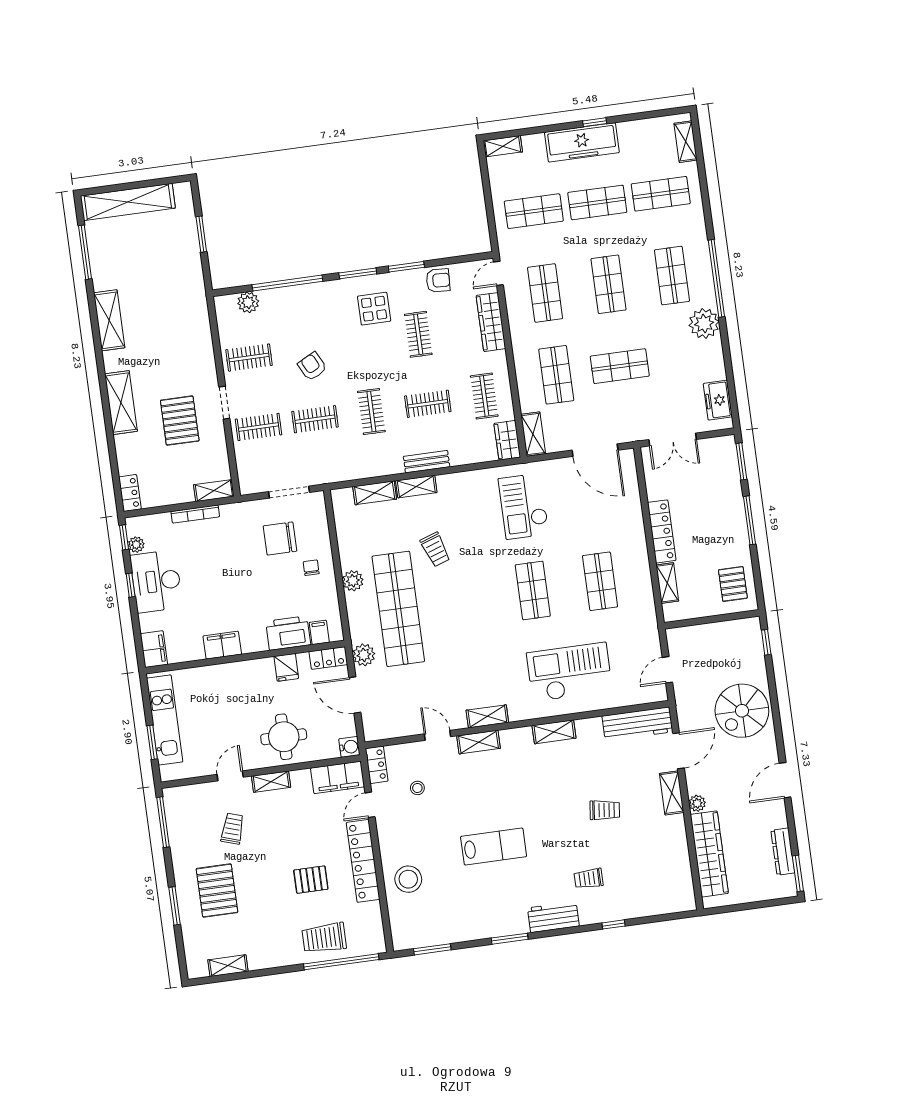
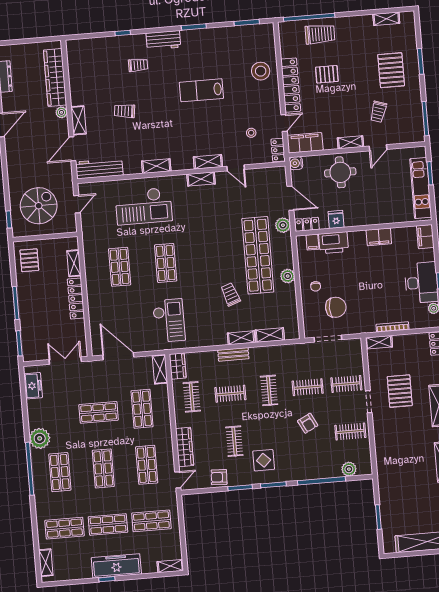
spiral stairs: (742, 711) -> (39, 206), moved

